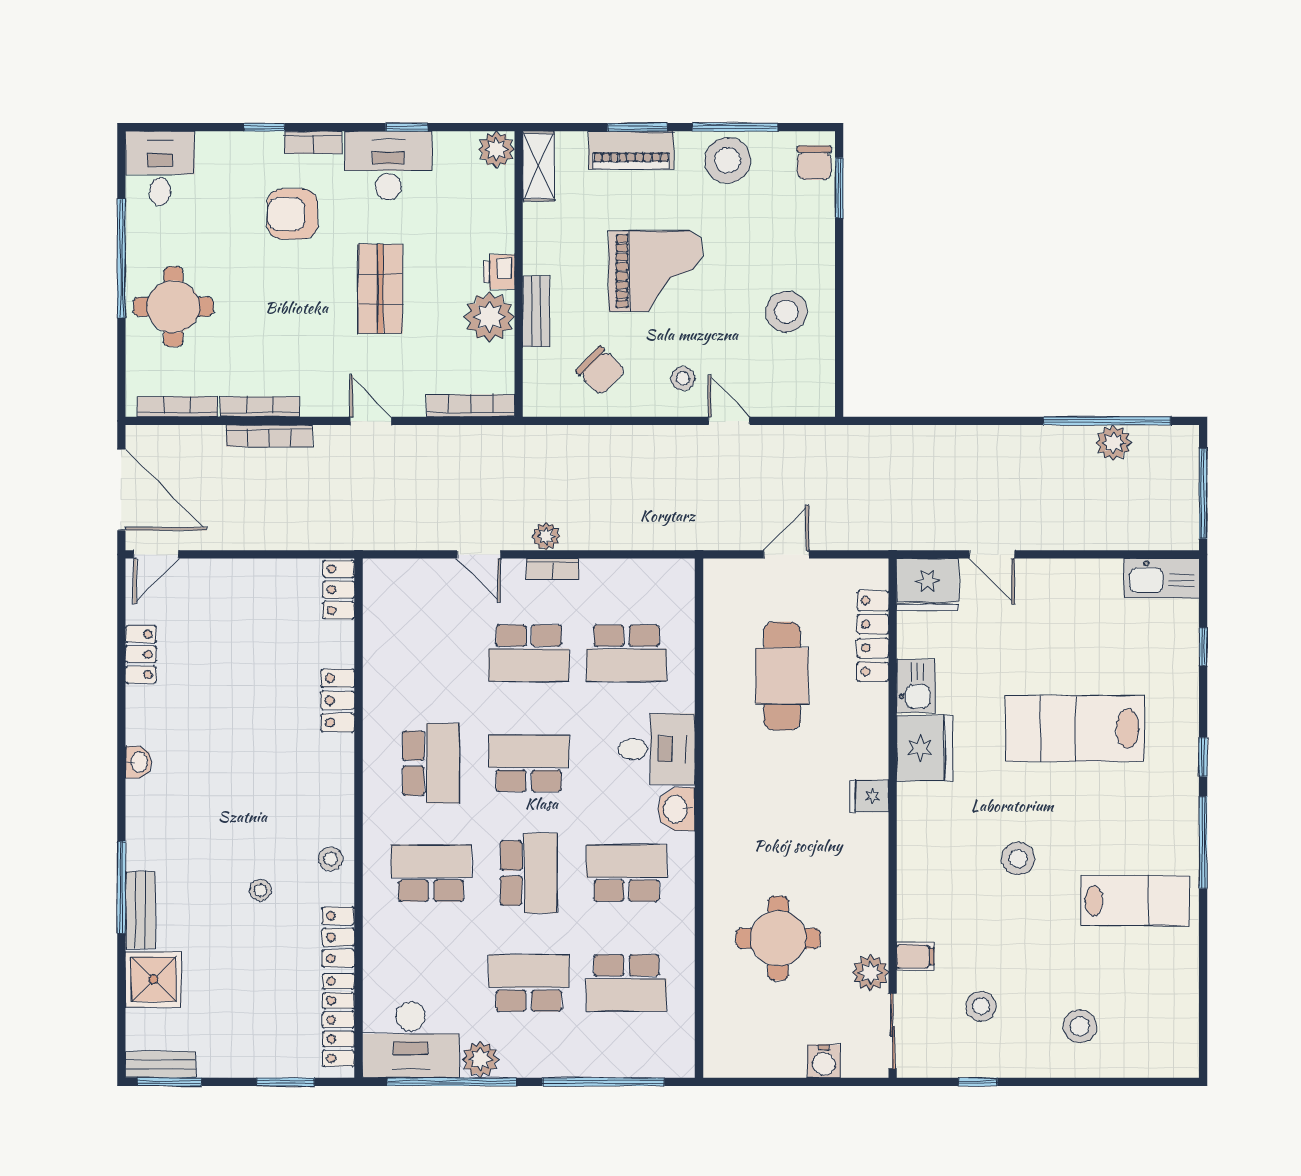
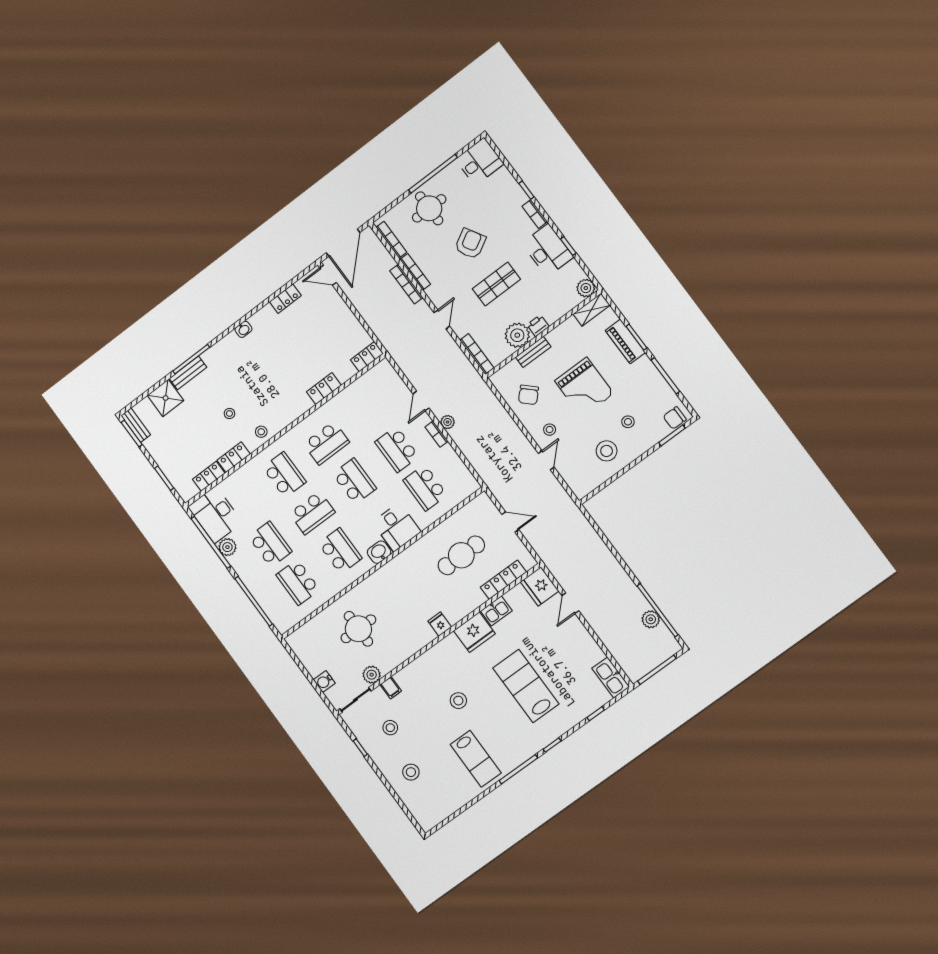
stool: (728, 160) -> (628, 422), moved, width x0.53, depth x0.53
armchair: (292, 214) -> (470, 244), moved, turned 60
locker: (339, 1020) -> (209, 476), width x0.66

